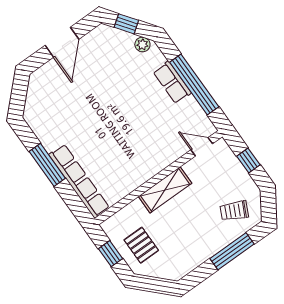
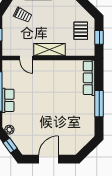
door: (202, 147) -> (26, 58), moved
row of seats: (79, 181) -> (89, 78), width x0.73

